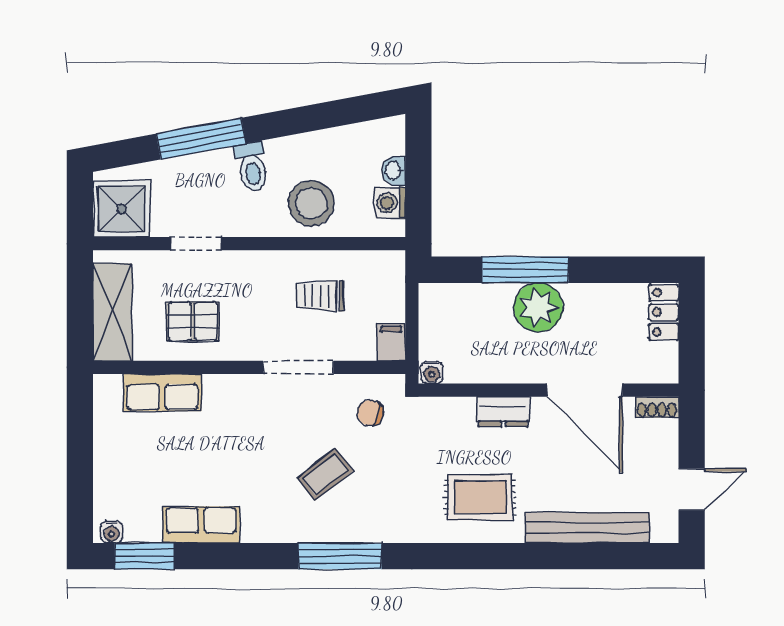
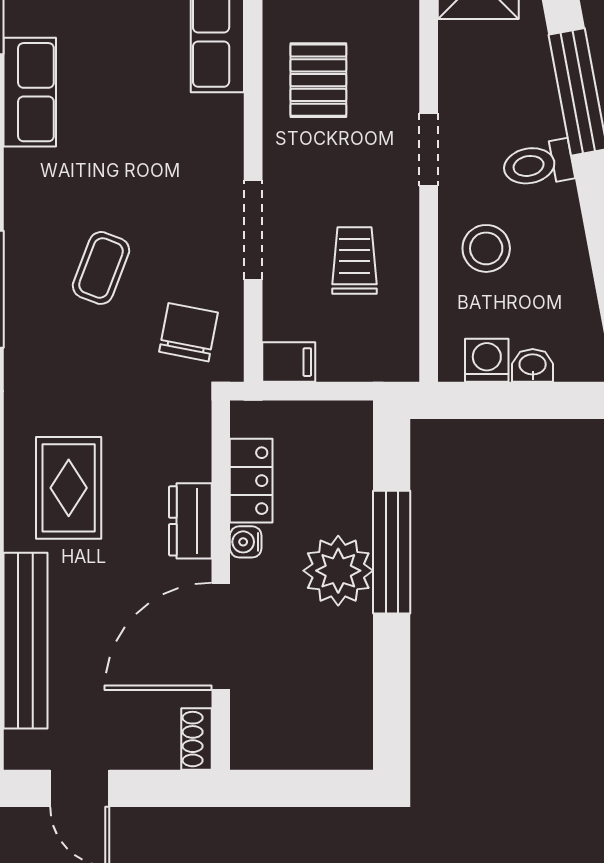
stool: (311, 203) -> (486, 248), width x0.73, depth x0.73
doorway: (196, 244) -> (429, 149), moved
locker: (664, 312) -> (251, 481), moved, turned 90
water cooler: (432, 373) -> (246, 542), moved
chair: (370, 413) -> (189, 332), width x1.37, depth x1.37
coffee table: (325, 475) -> (101, 268), turned 59

